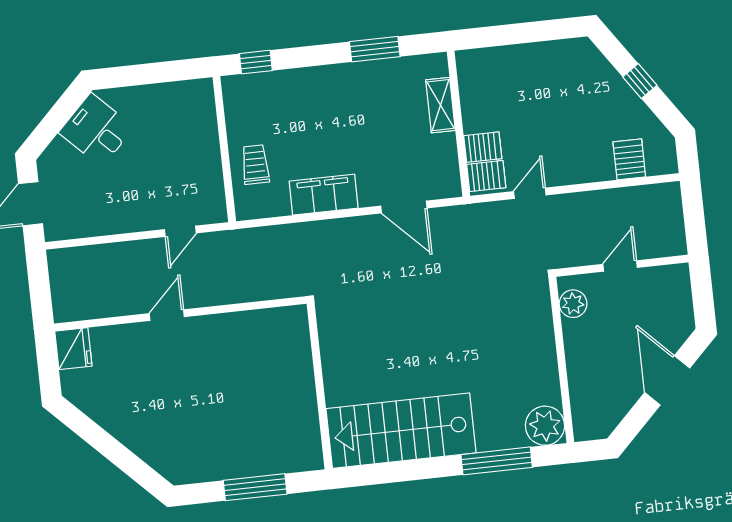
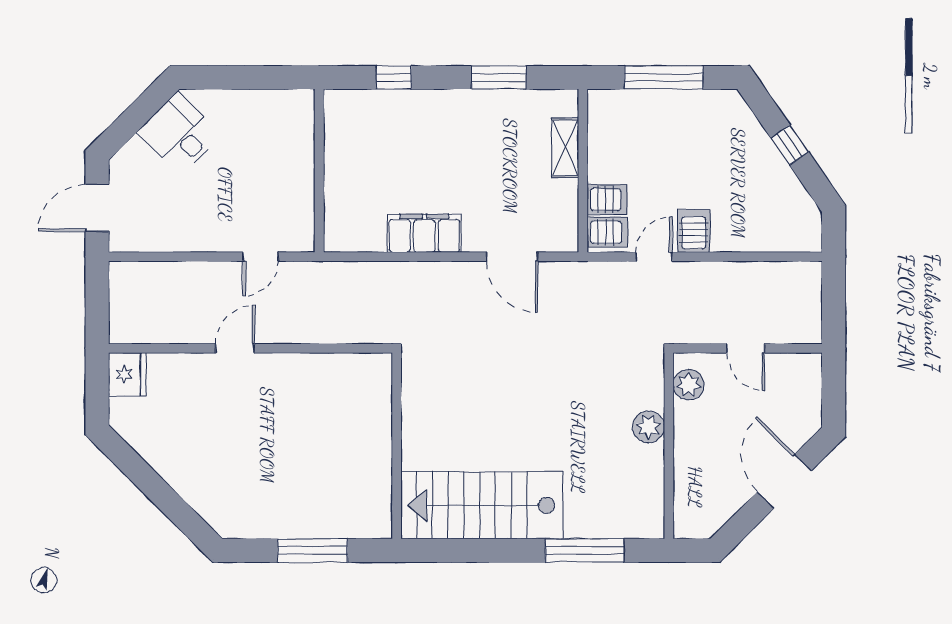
window: (521, 33) -> (664, 77), added
window: (256, 62) -> (394, 77), moved
server rack: (629, 159) -> (694, 231), moved
trolley: (255, 165) -> (352, 192), removed
door: (620, 266) -> (746, 348), swing flipped
plant: (545, 426) -> (649, 427), moved, width x0.73, depth x0.73

